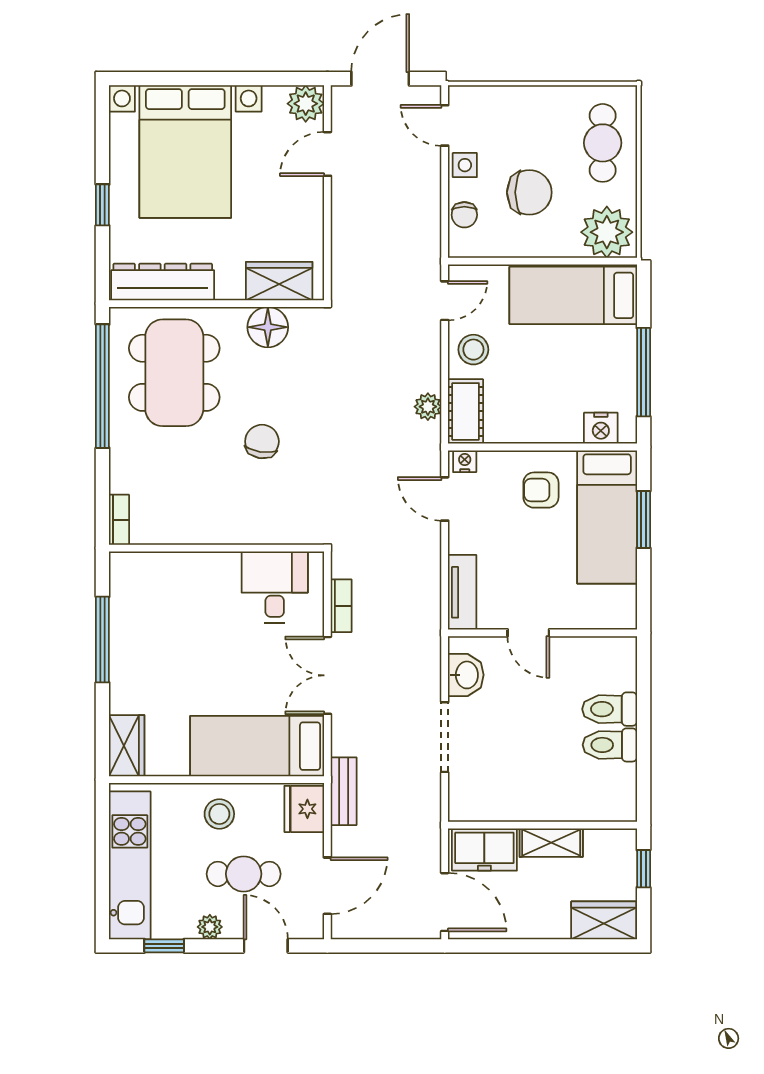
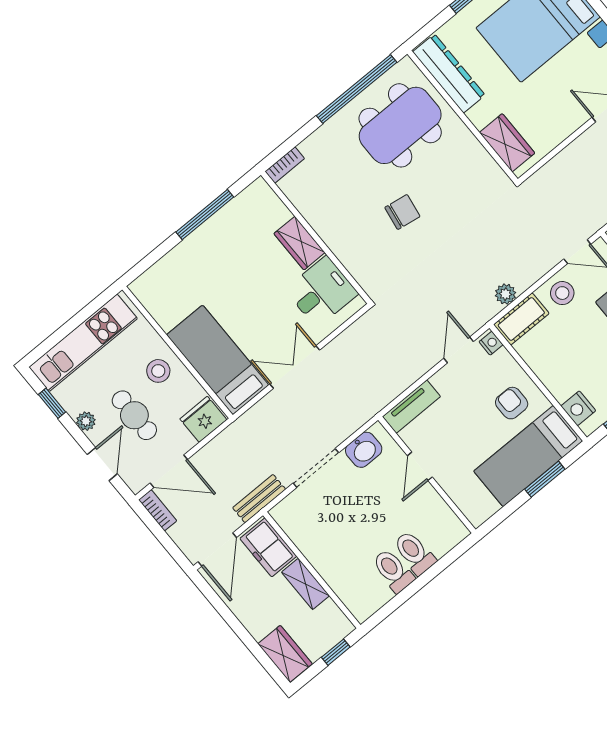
floor lamp: (268, 327) -> (474, 159), removed
bookcase: (341, 606) -> (158, 510), moved, turned -90
wardrobe: (127, 746) -> (299, 243), moved, turned 90
bench: (344, 791) -> (259, 499), moved

